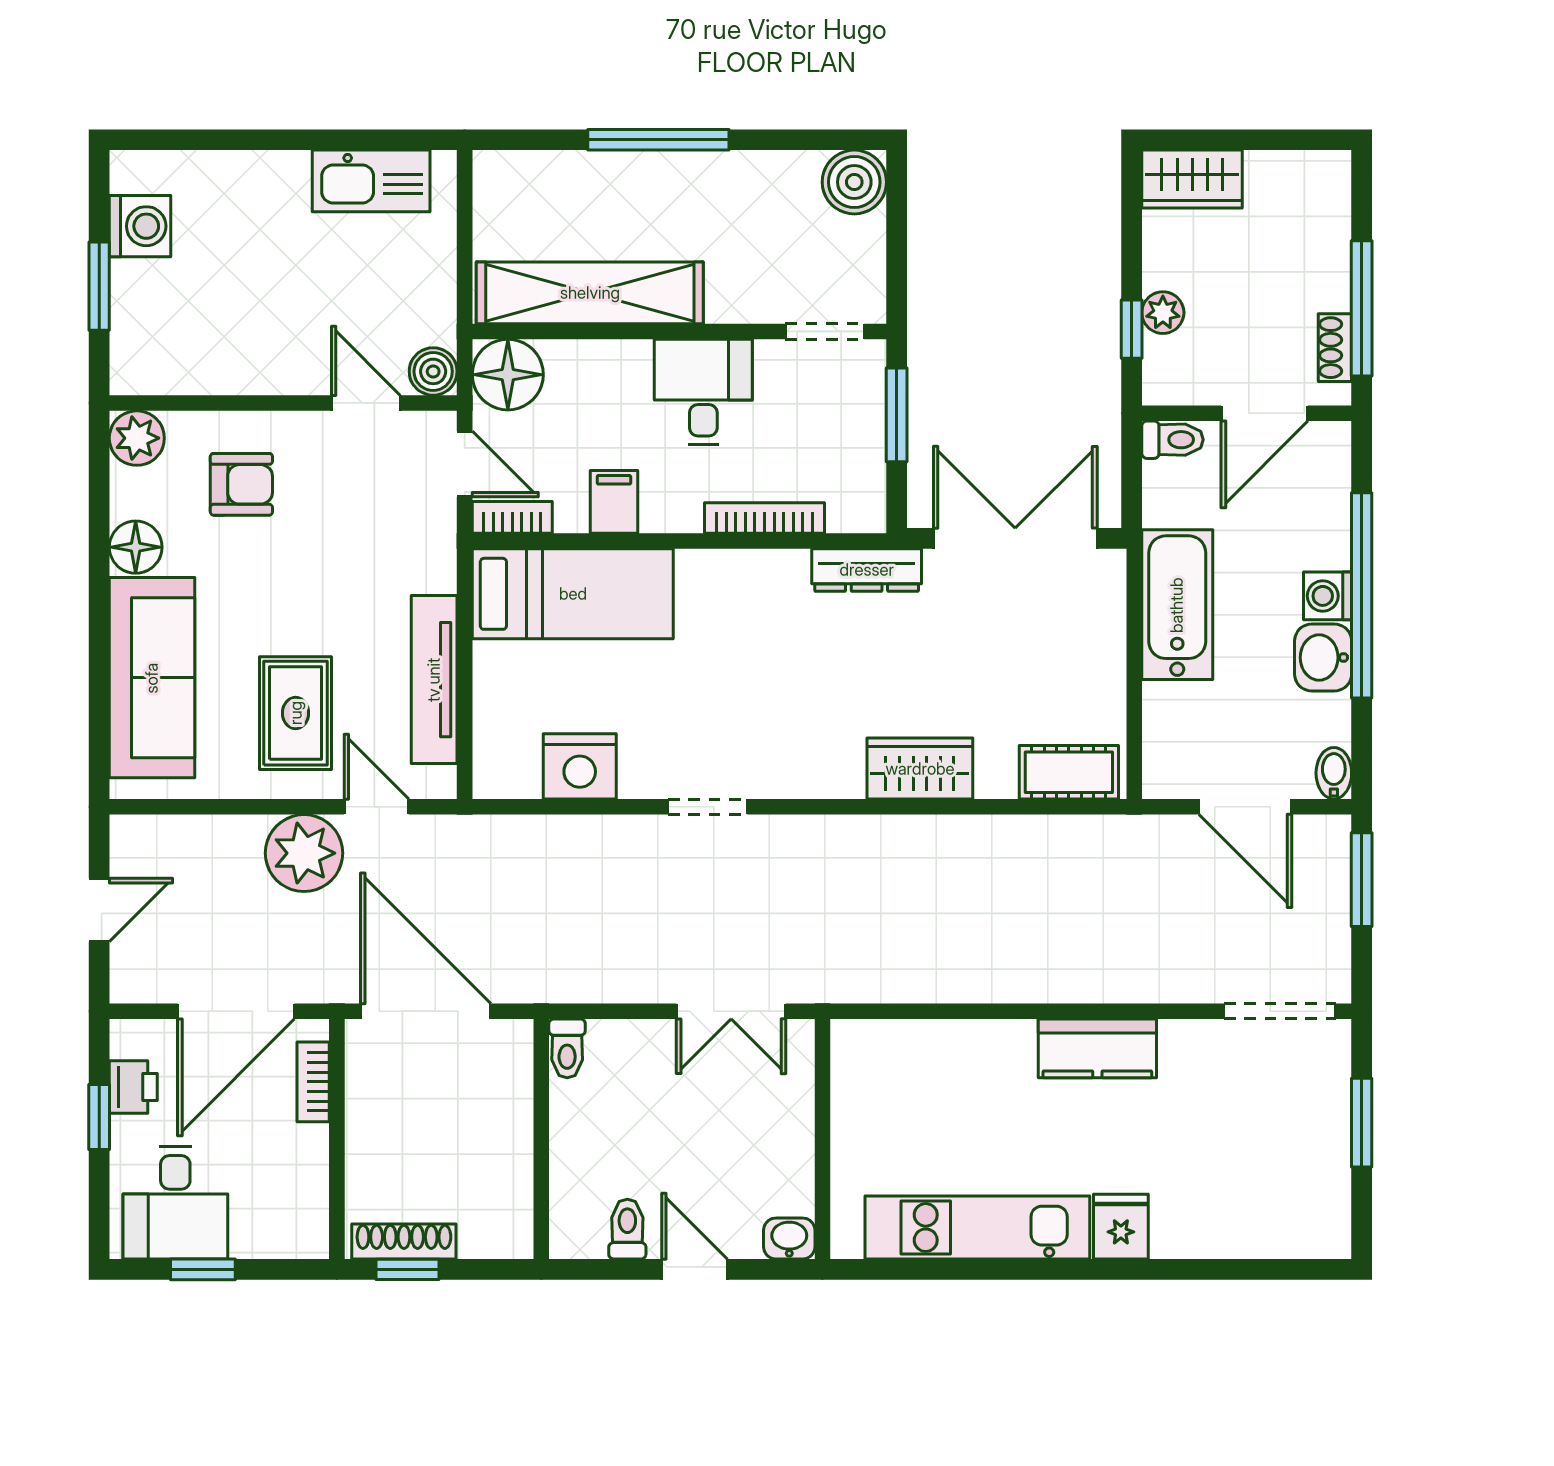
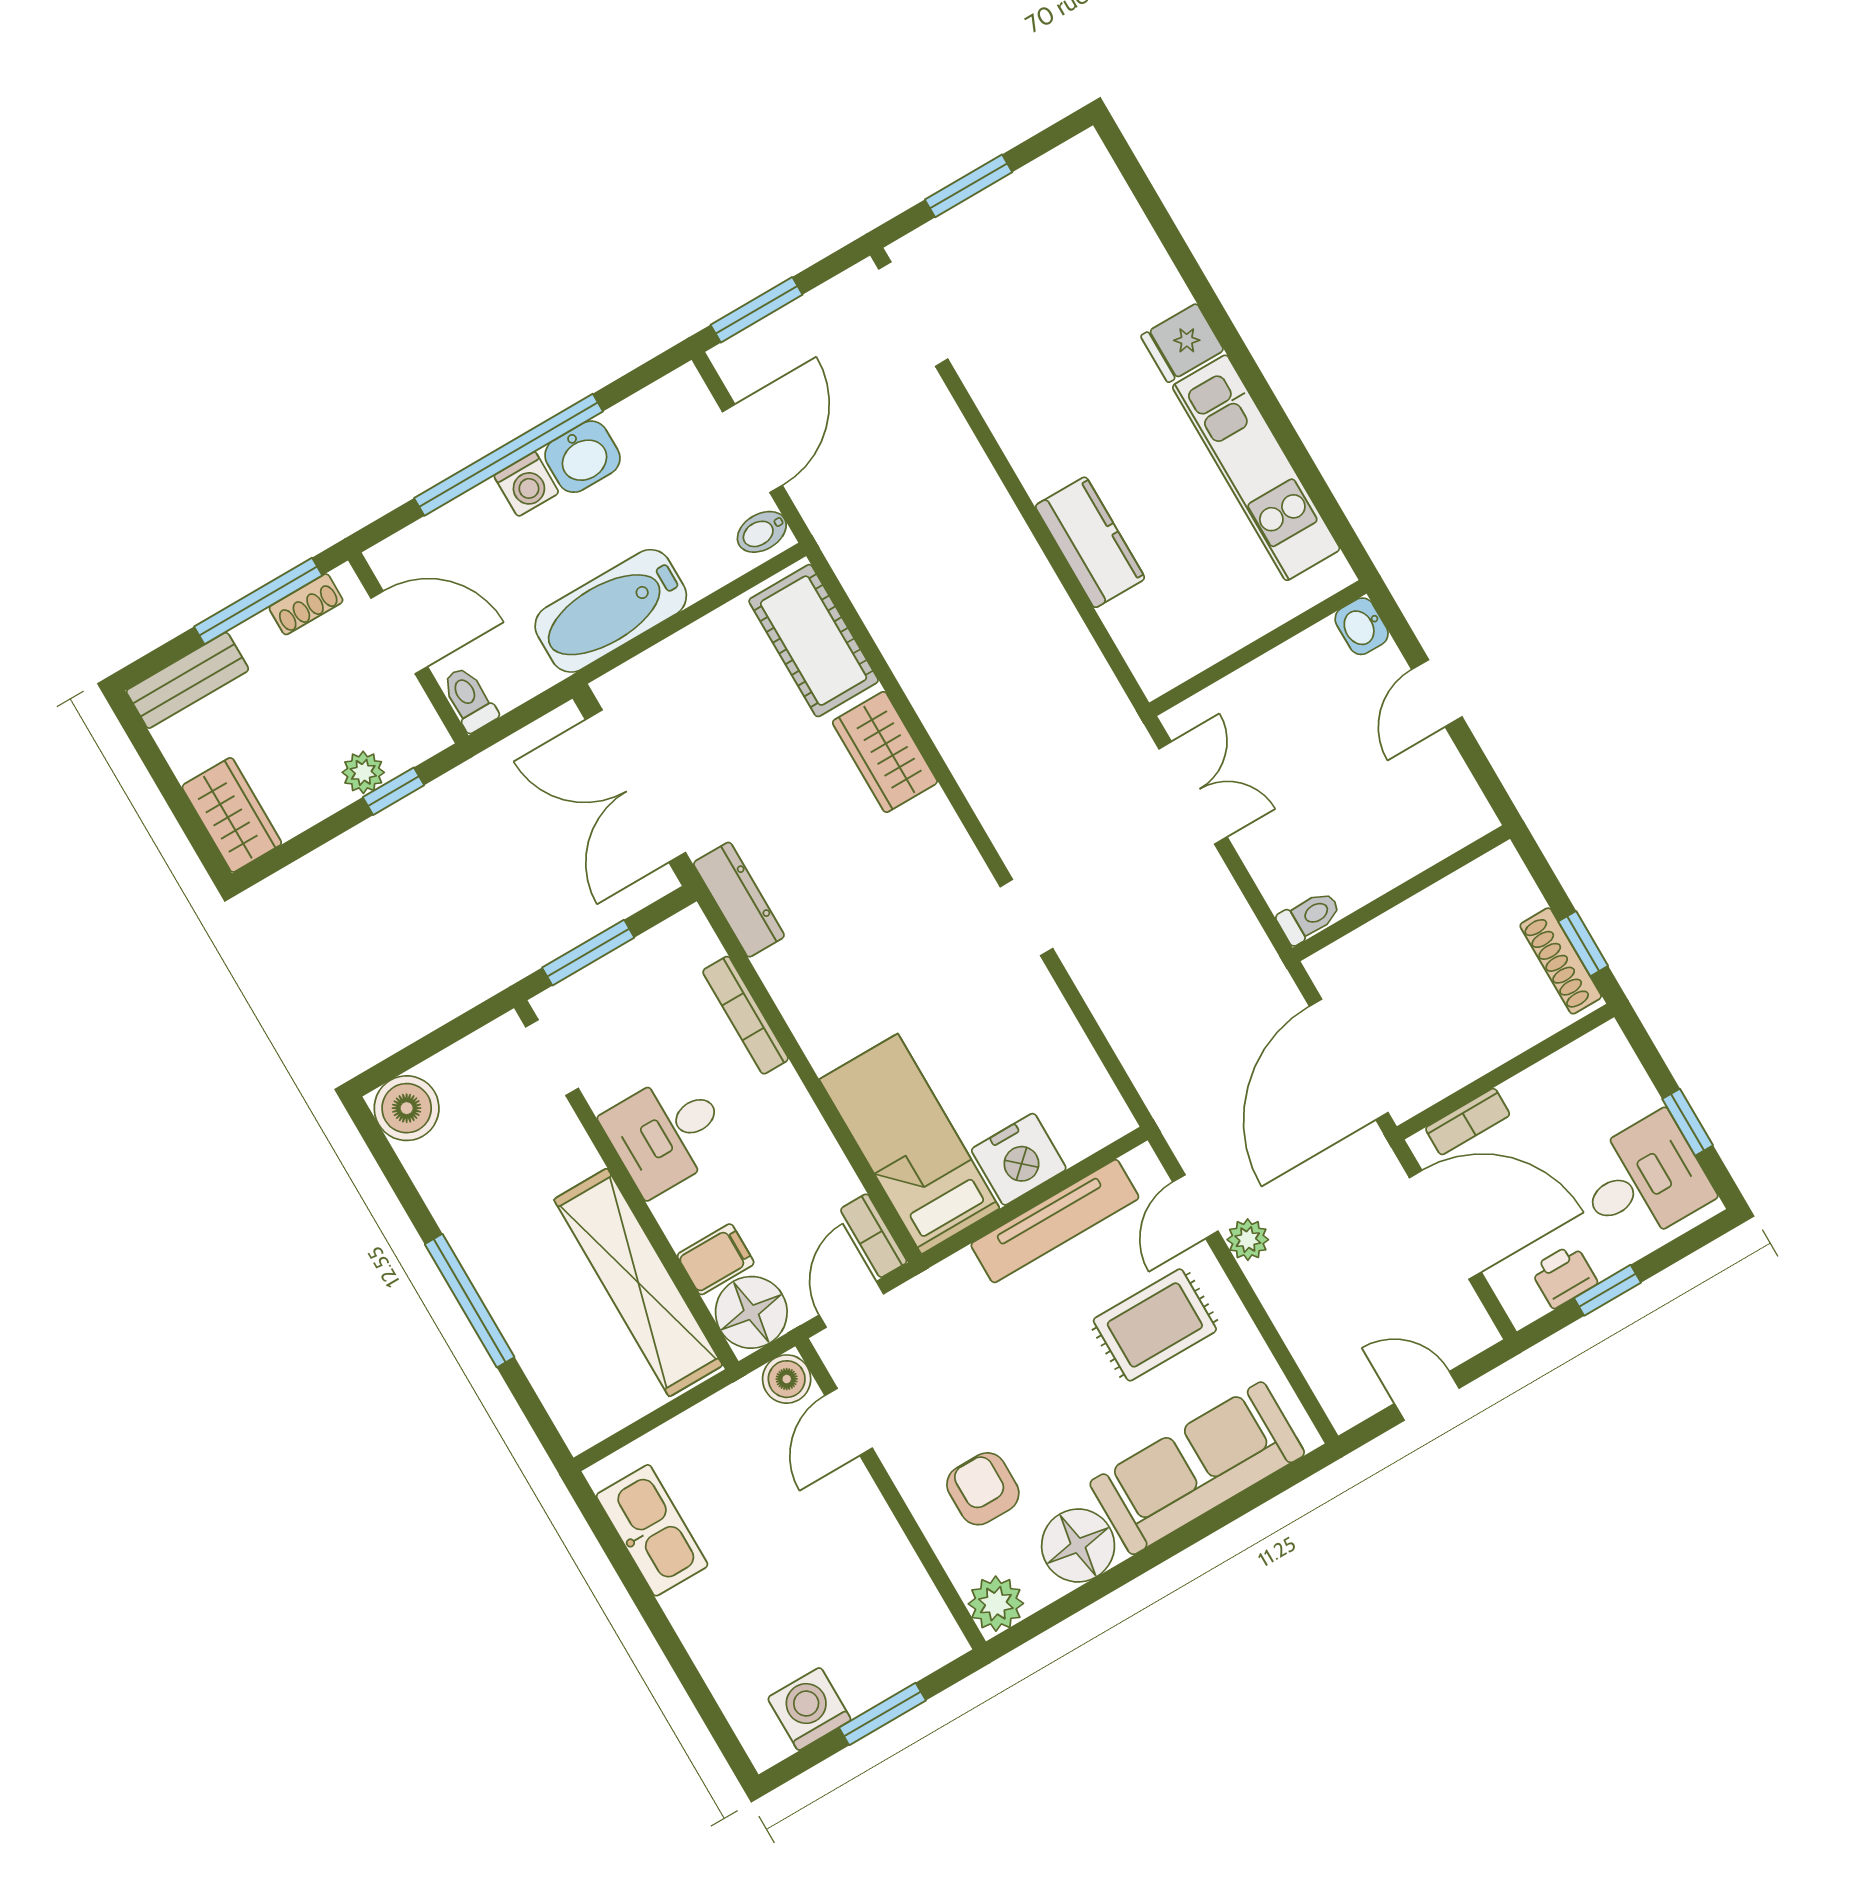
bench: (1329, 208) -> (187, 680), added
filing cabinet: (614, 502) -> (716, 1259), moved, turned 180
floor lamp: (136, 547) -> (1078, 1545), width x1.38, depth x1.38
nightstand: (580, 766) -> (1019, 1159), moved, turned 90
cot: (1069, 772) -> (814, 641), width x1.37, depth x1.34
bidet: (1334, 773) -> (762, 532), moved
plant: (304, 853) -> (1248, 1240), width x0.53, depth x0.53
kitchen counter: (1097, 1048) -> (1090, 542), moved
toilet: (627, 1229) -> (1436, 772), removed

